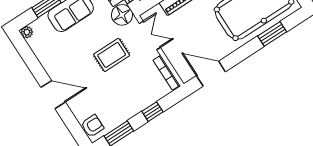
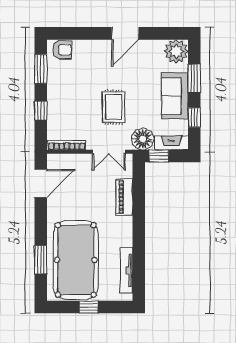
plant: (27, 32) -> (176, 51), width x1.88, depth x1.88
door: (53, 95) -> (125, 33), moved
armchair: (92, 126) -> (62, 50), turned -90

